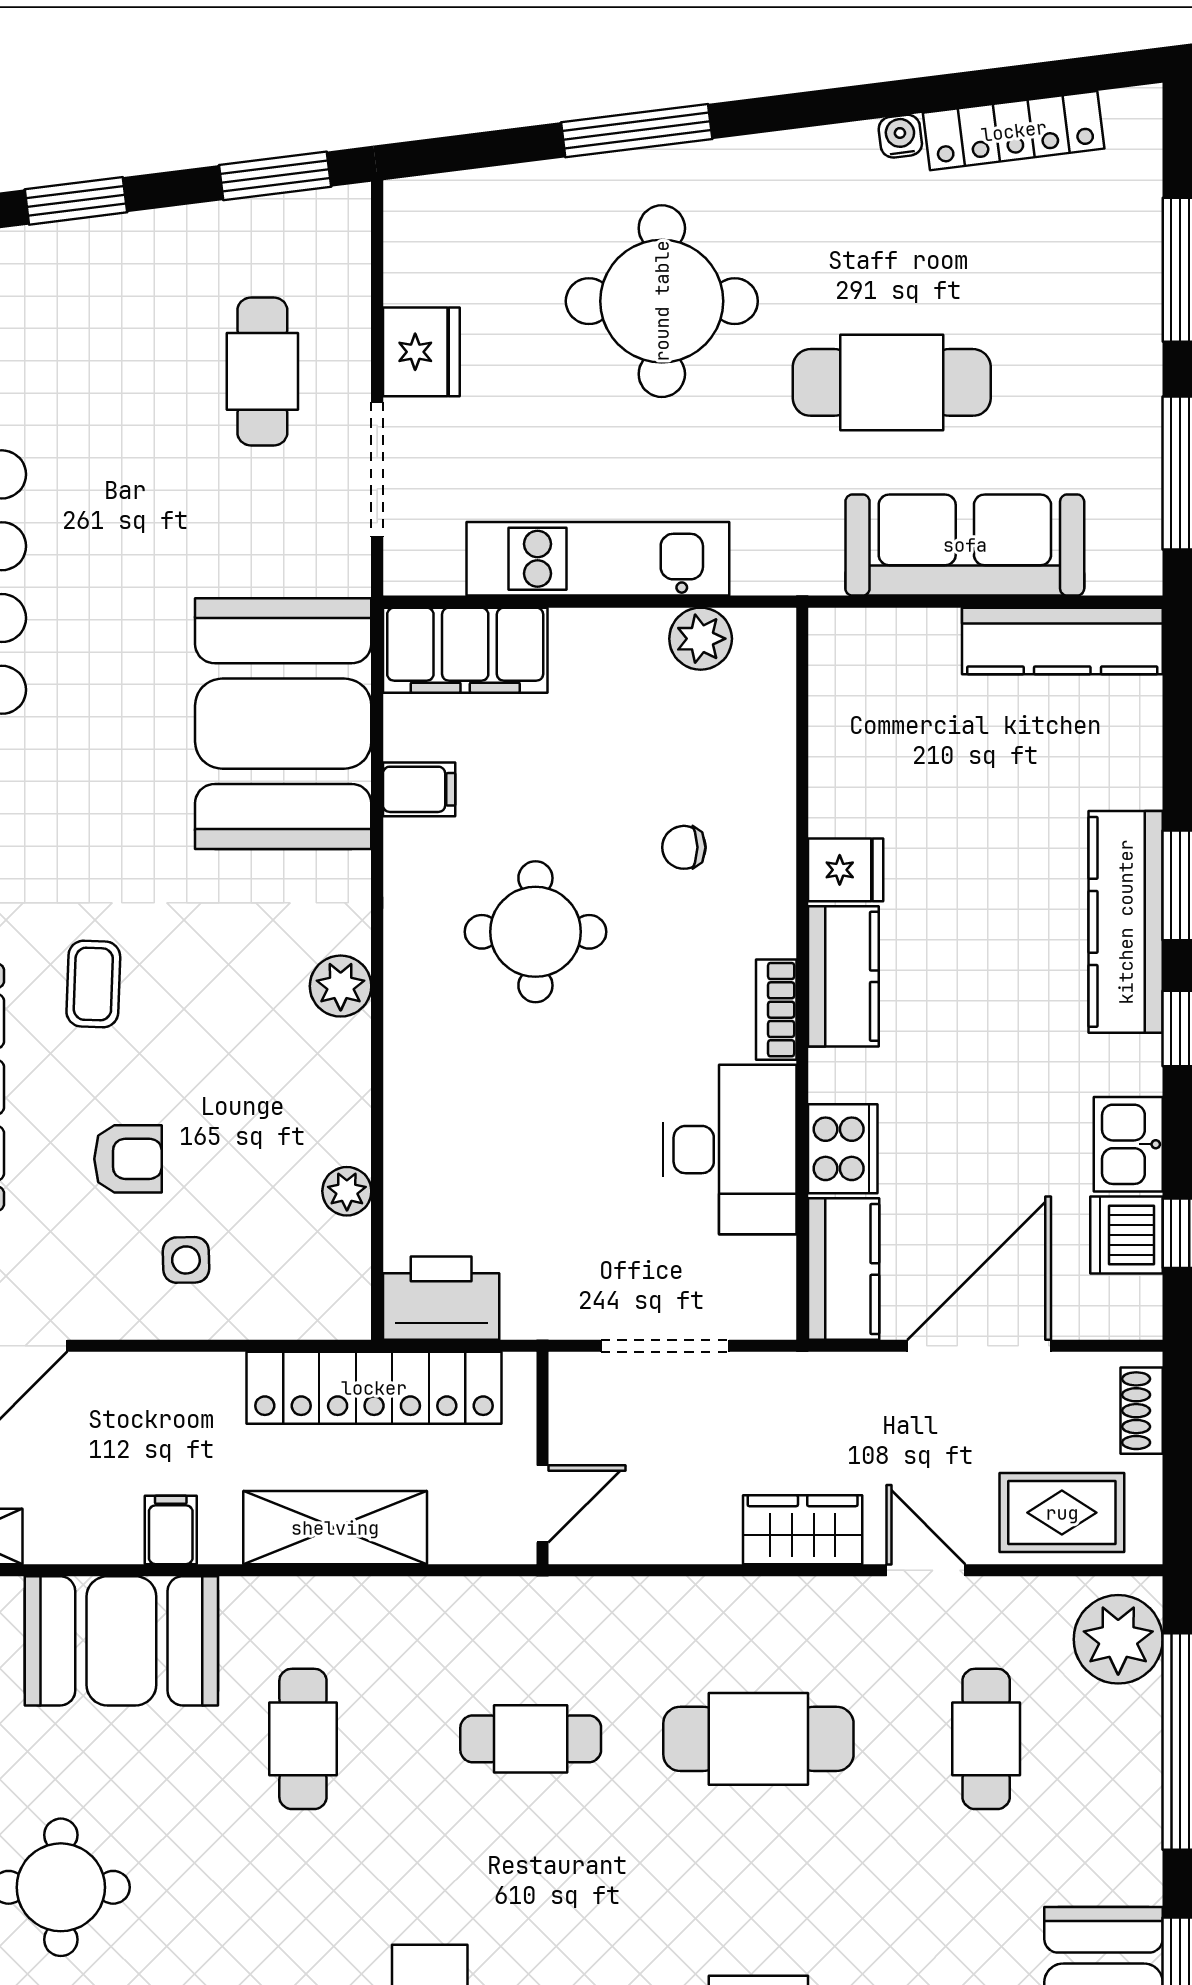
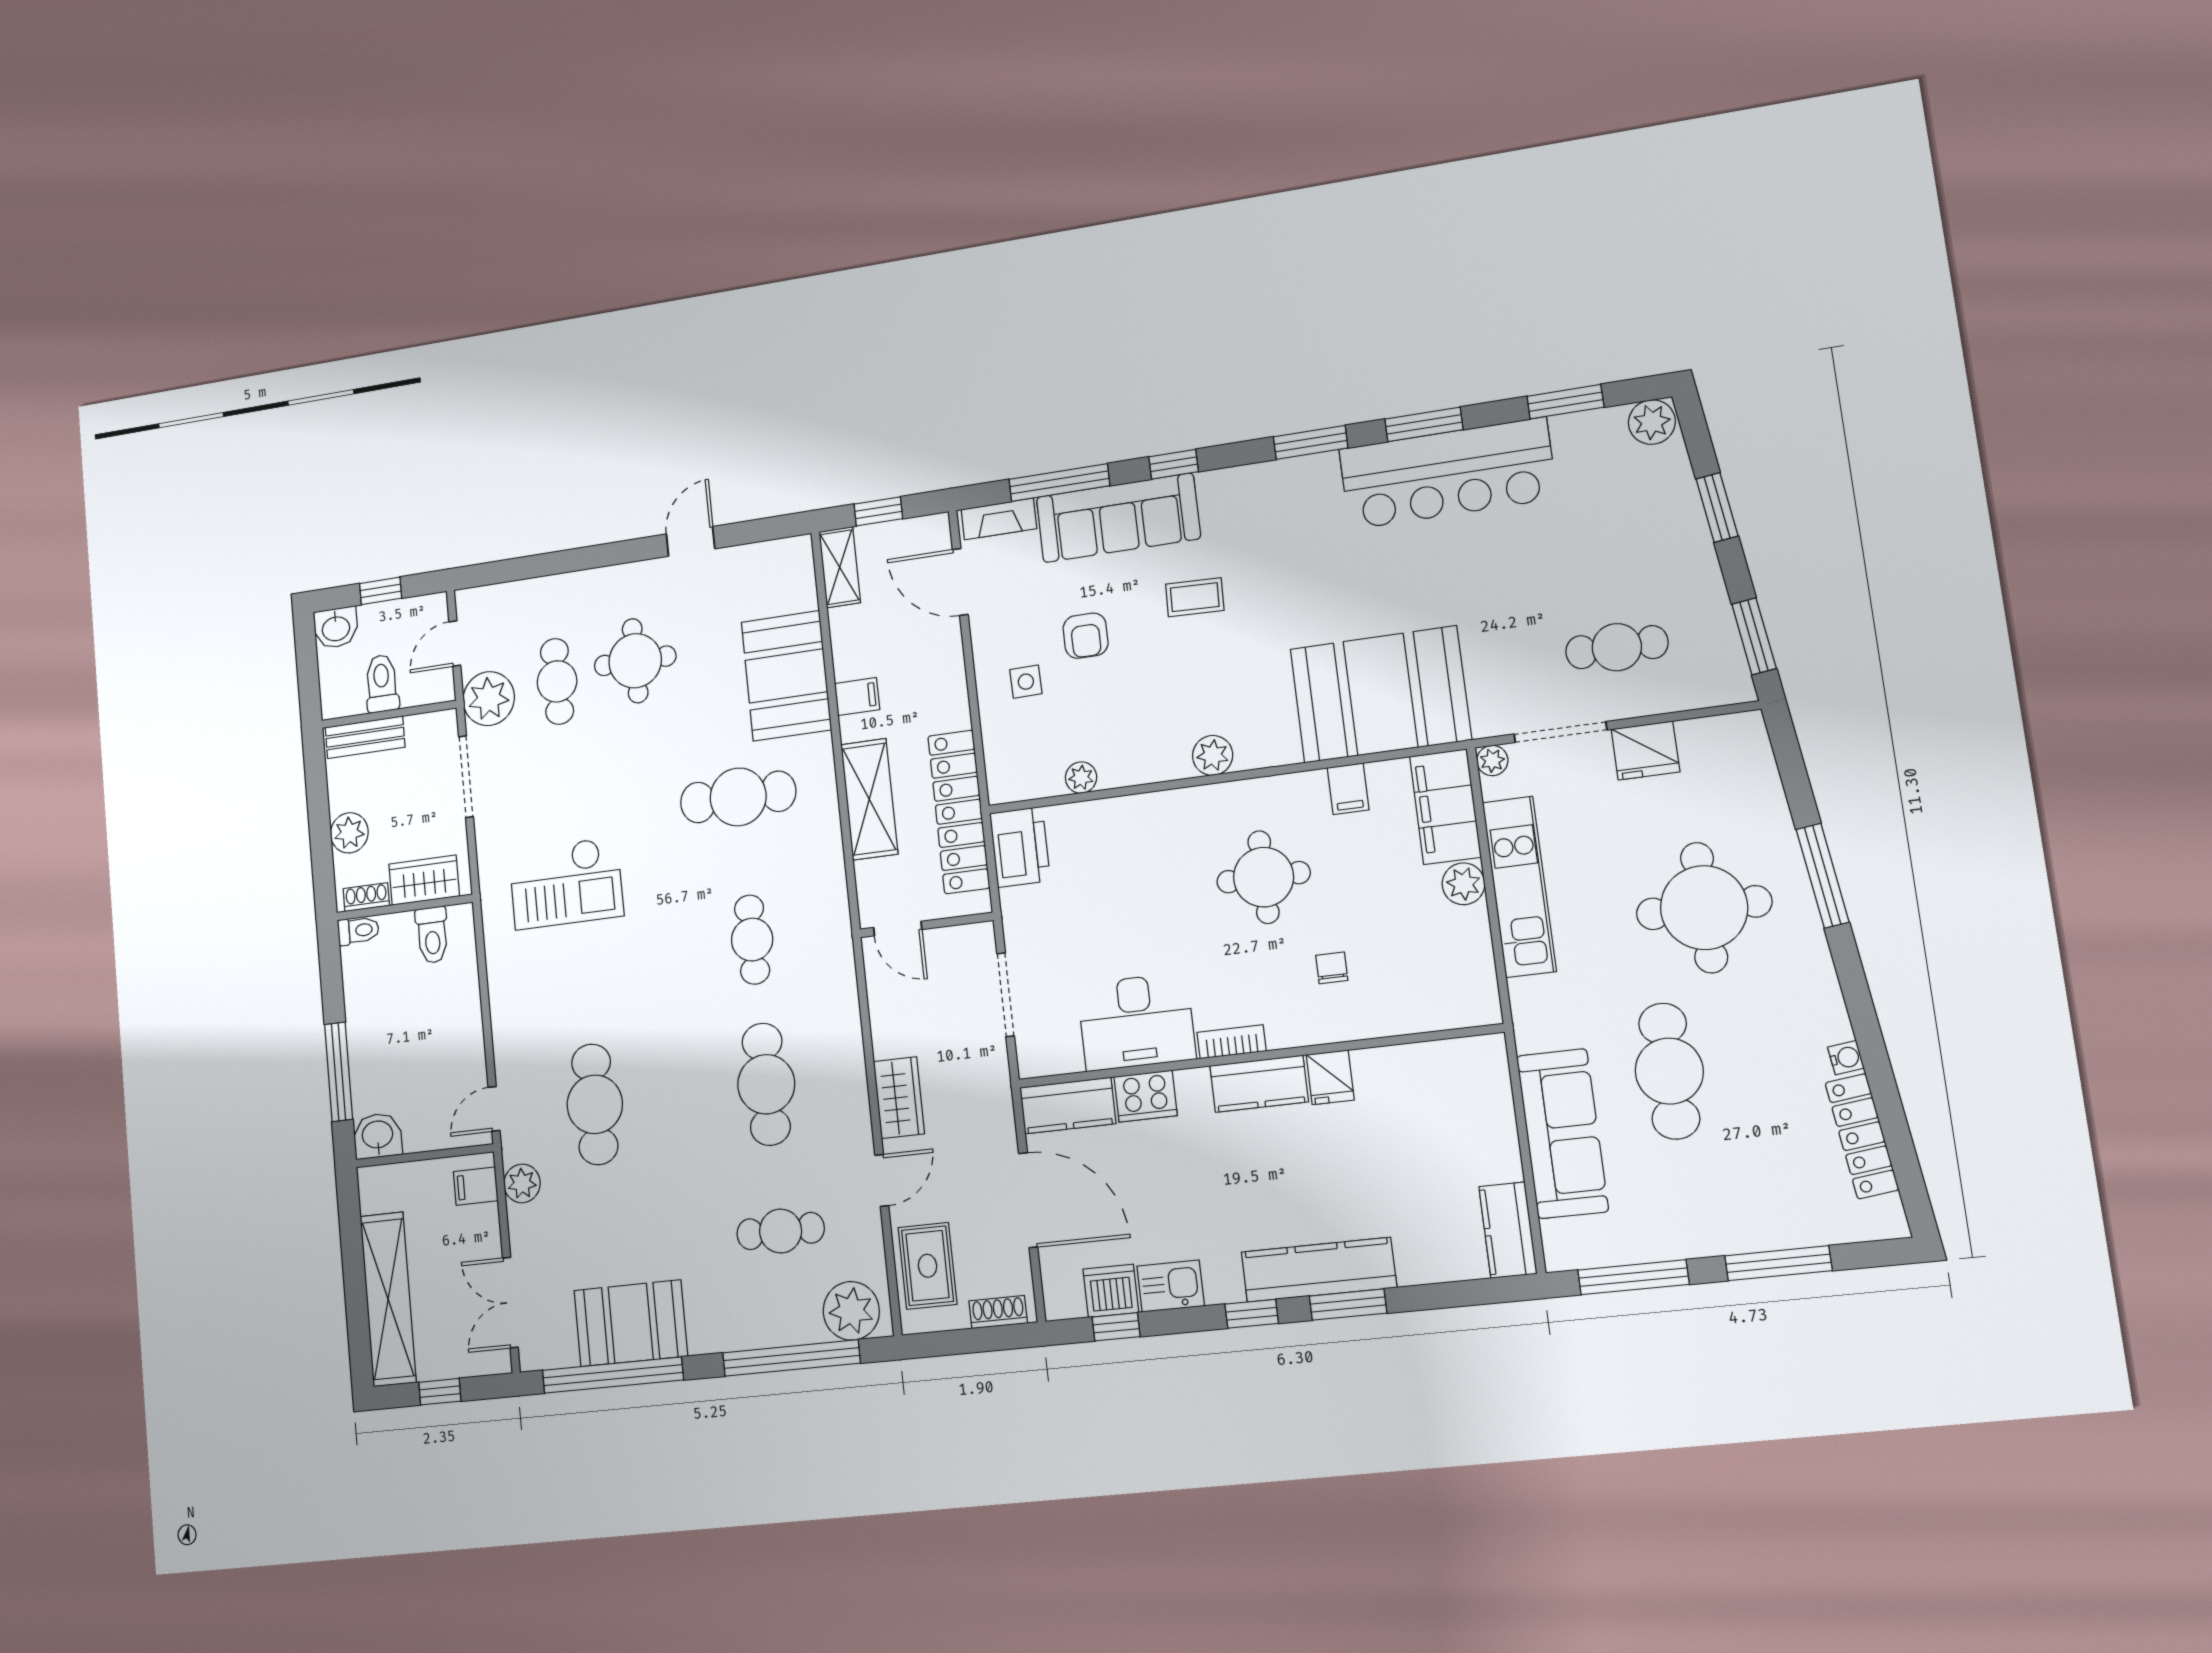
plant: (406, 573) -> (1492, 761), added
plant: (701, 639) -> (1463, 884), moved
kitchen counter: (1062, 641) -> (1508, 1230), width x0.67
cafe table: (303, 1739) -> (738, 797), width x1.37, depth x1.35

